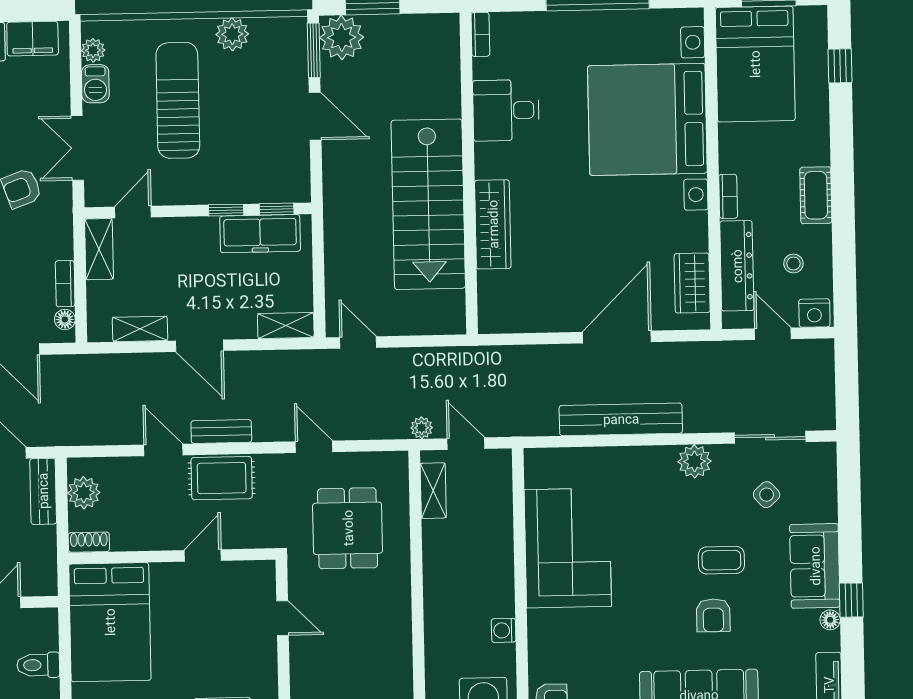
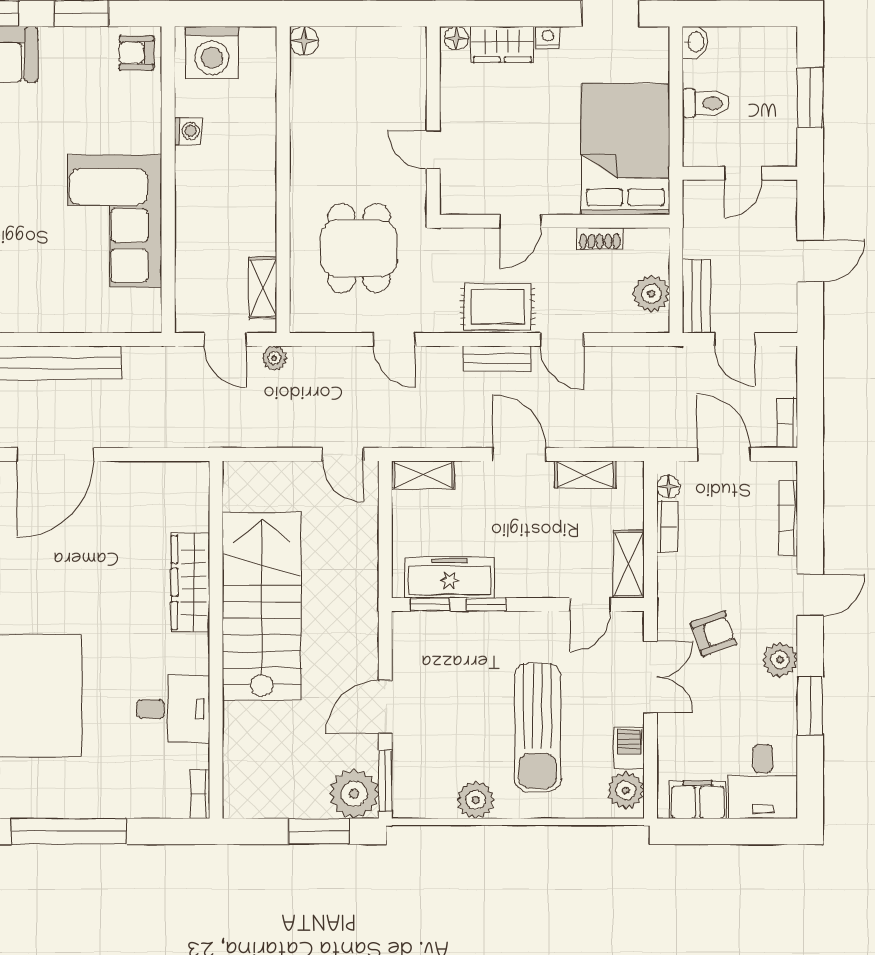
plant: (93, 50) -> (626, 790), width x1.38, depth x1.38
door: (315, 116) -> (385, 707), hinge flipped
shoe rack: (89, 542) -> (600, 239), moved

